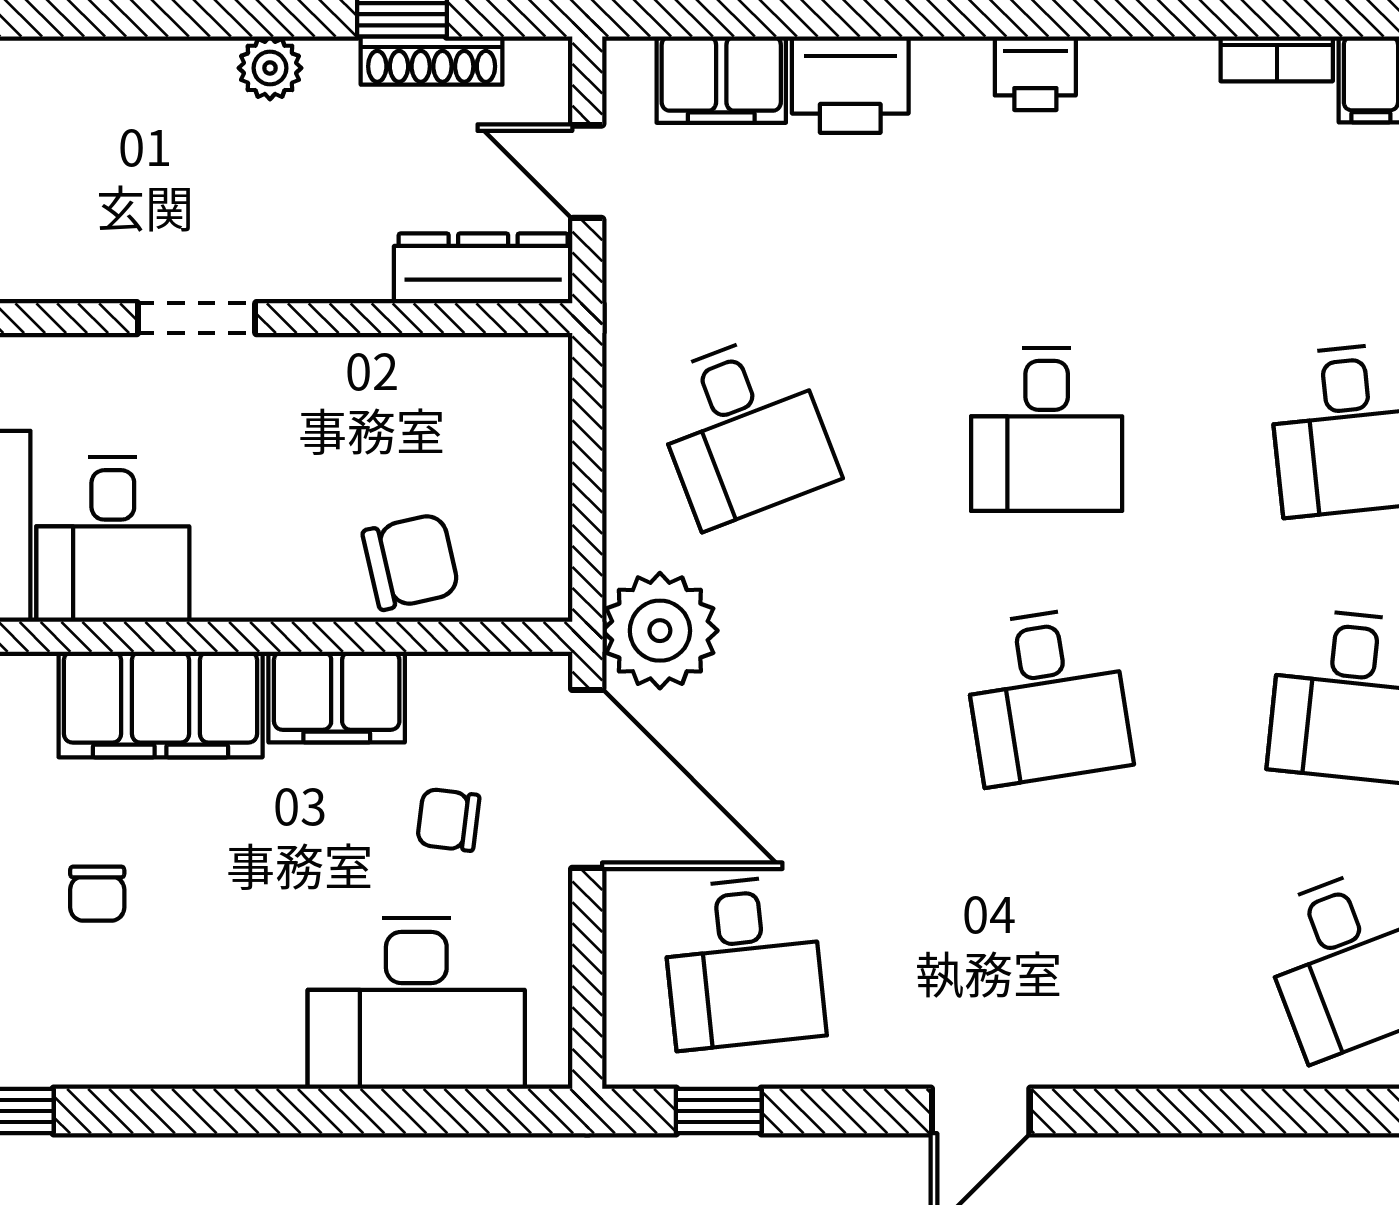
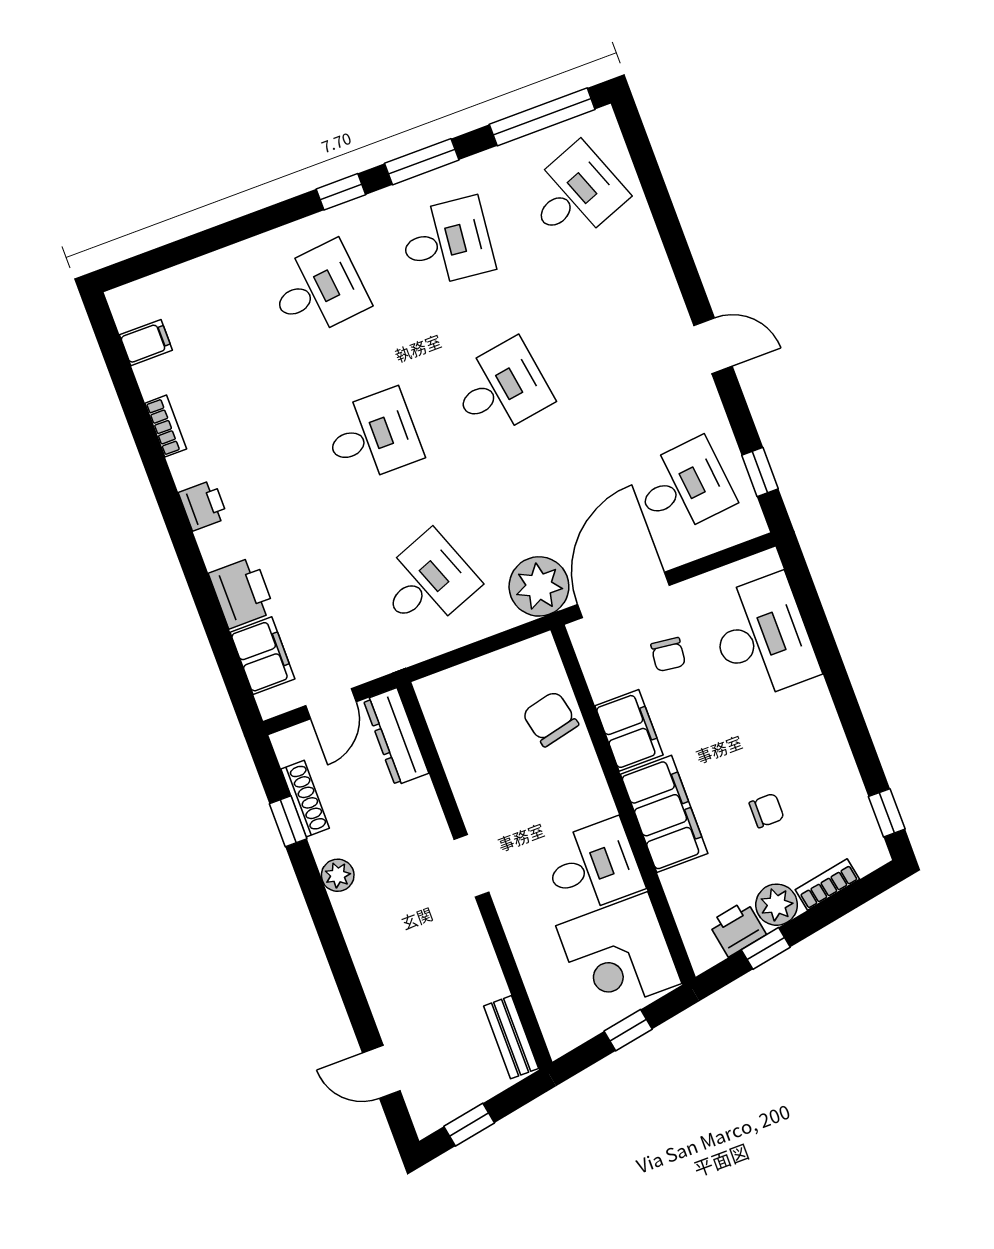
bookcase: (1277, 59) -> (166, 426), moved

